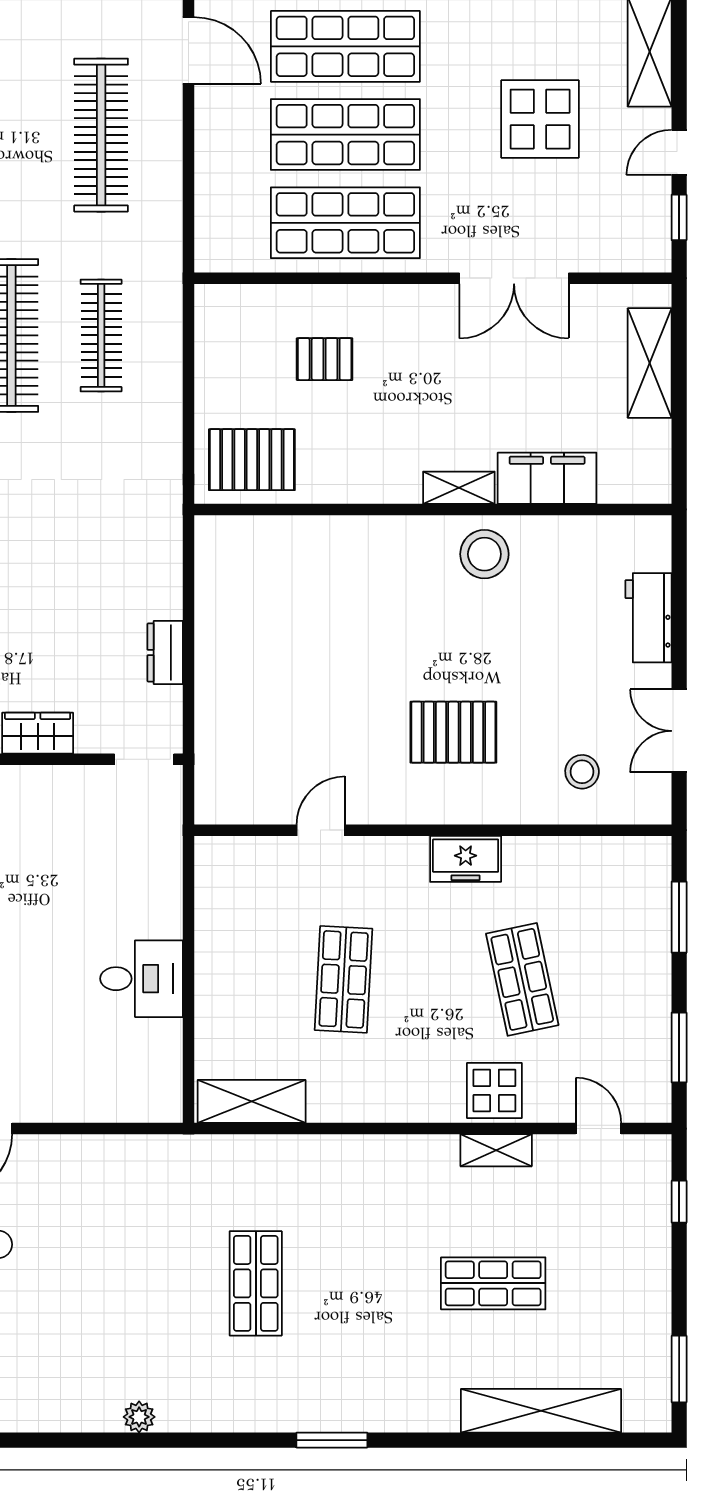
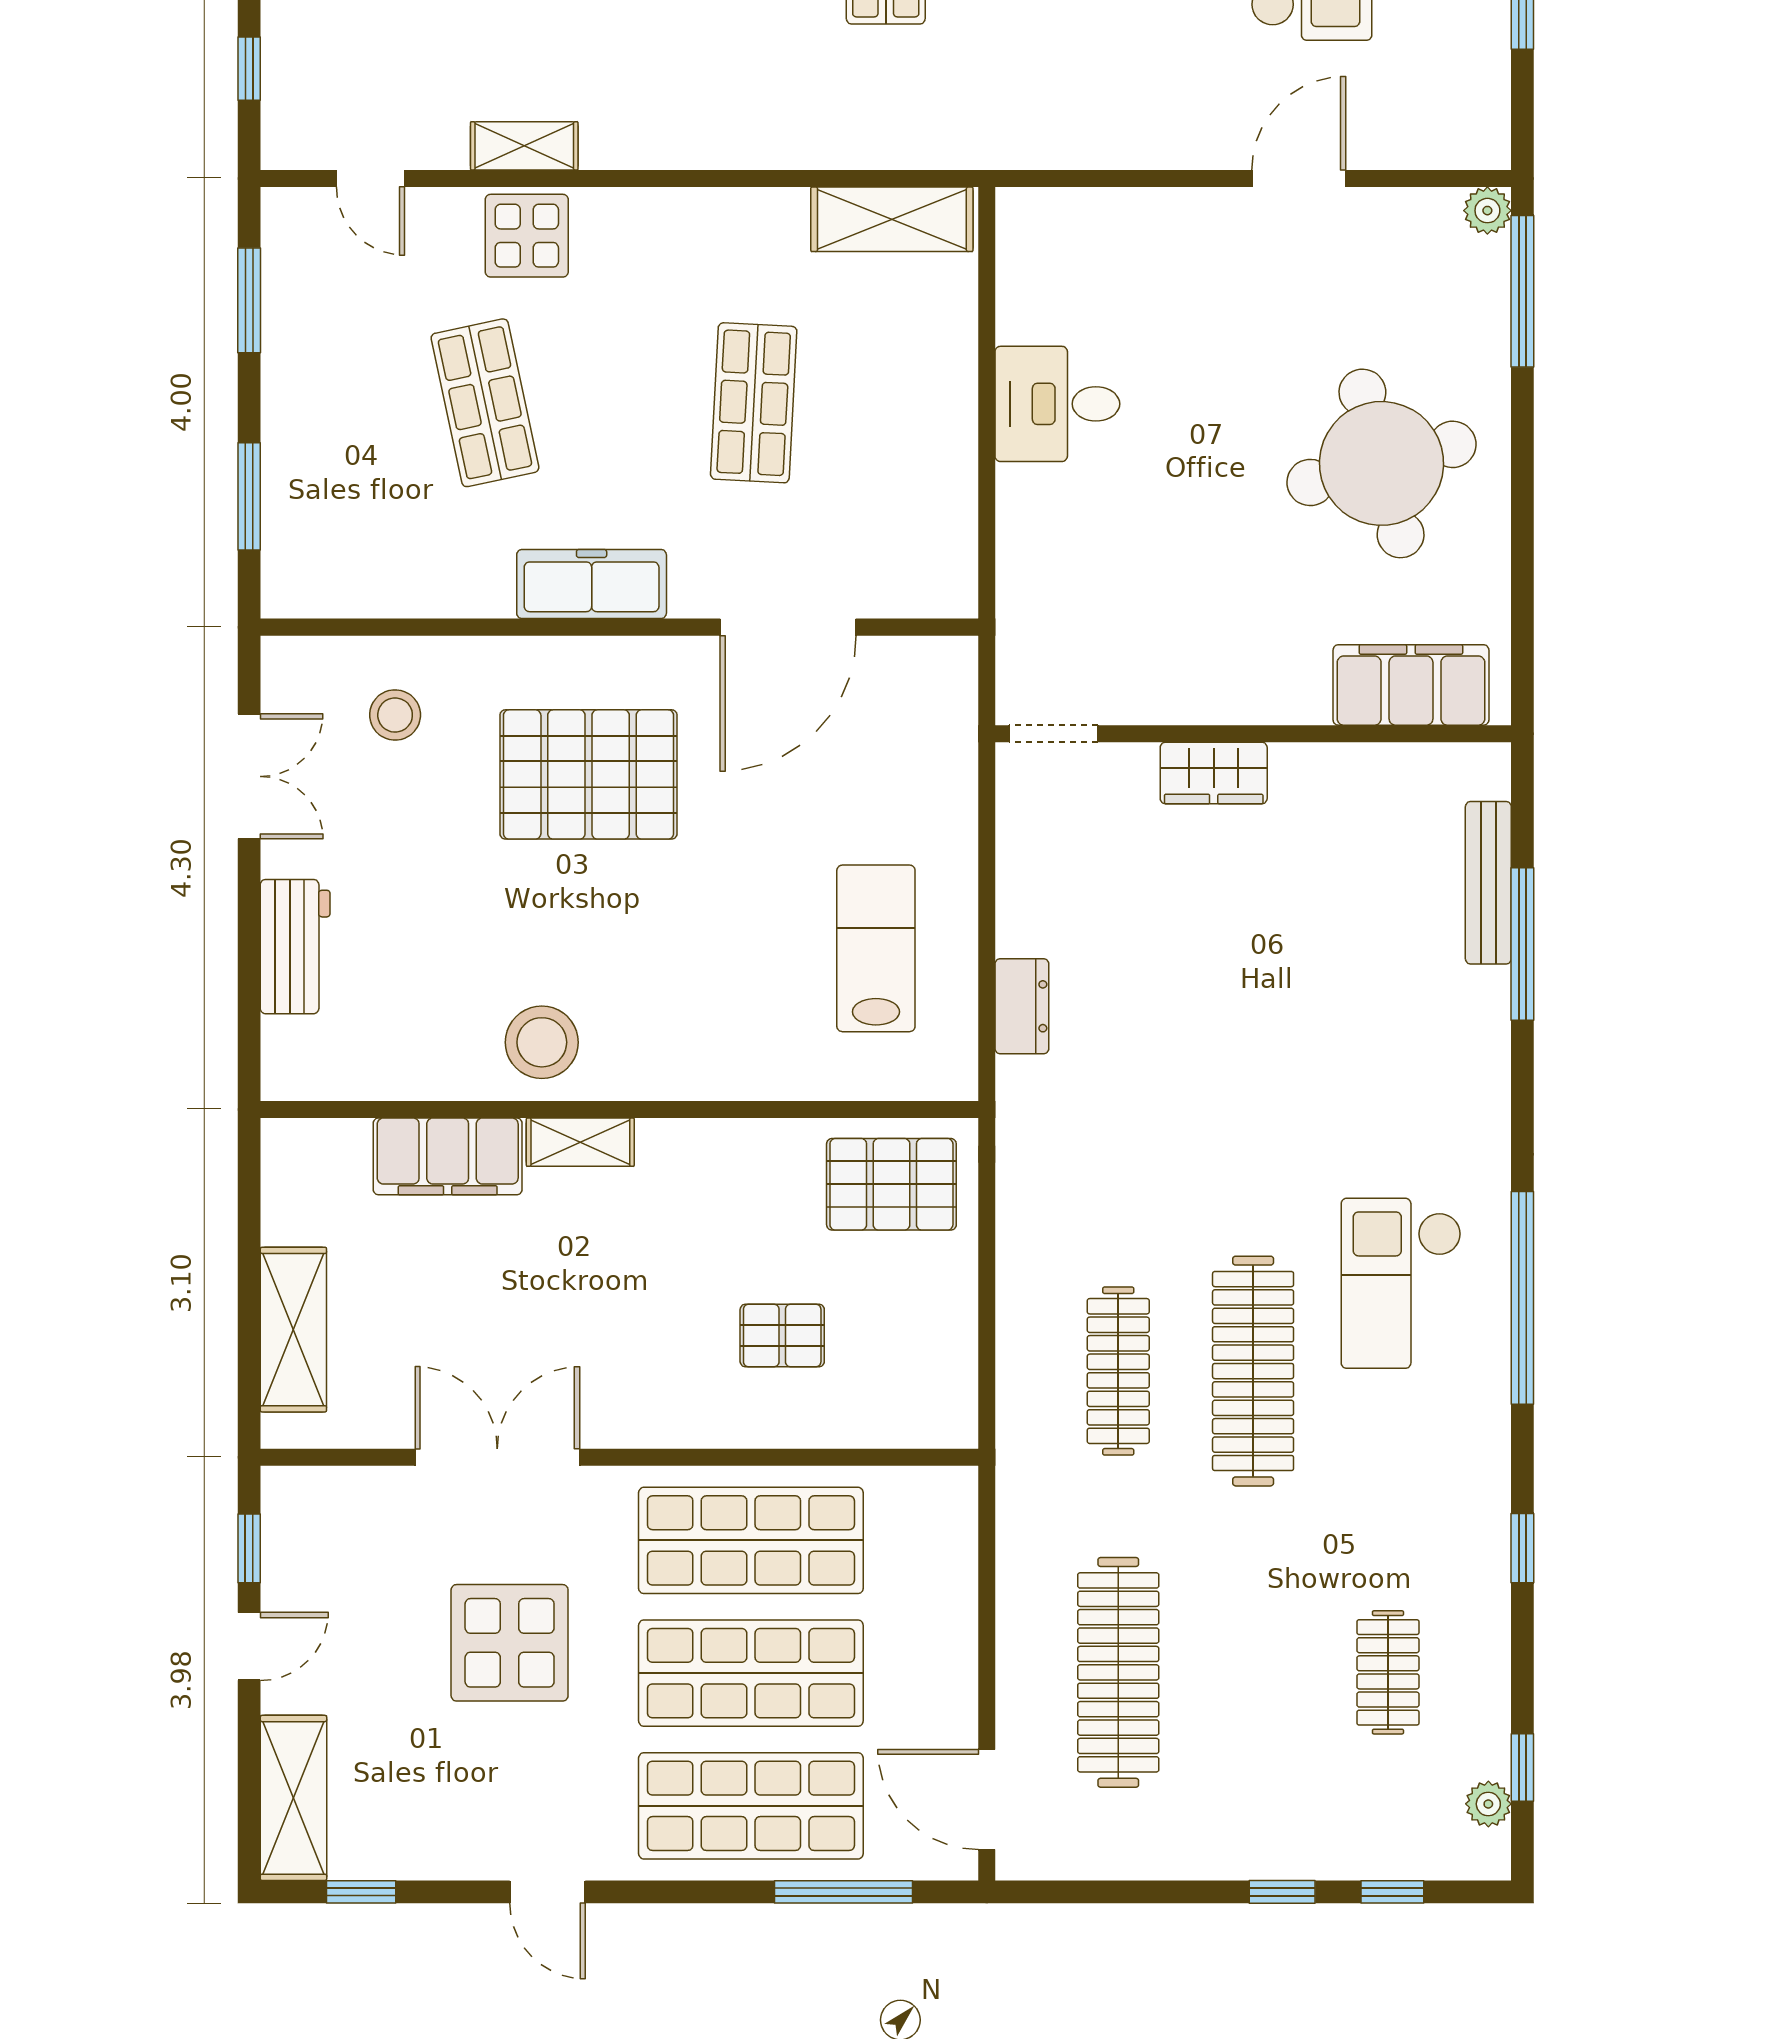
display table: (540, 119) -> (510, 1643), moved
lab bench: (262, 617) -> (876, 948), added
dresser: (165, 652) -> (1022, 1006), moved
pallet: (453, 732) -> (589, 774), width x1.37, depth x1.41
door: (321, 830) -> (788, 627), width x1.87
freezer: (466, 859) -> (592, 584), width x1.40

